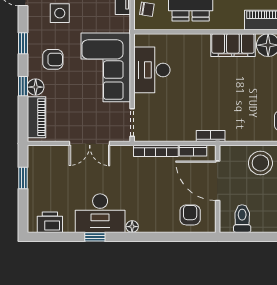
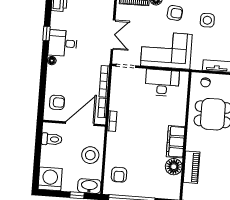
armchair: (53, 59) -> (175, 13), turned -84
double door: (90, 143) -> (113, 35), swing flipped
desk: (100, 213) -> (63, 43), width x0.73

